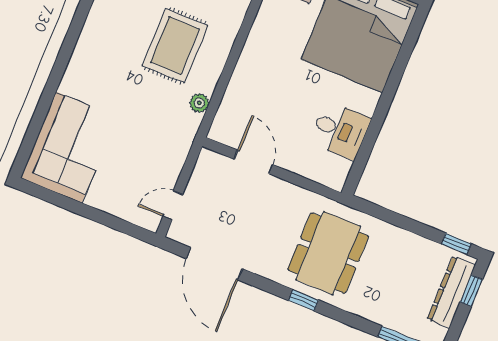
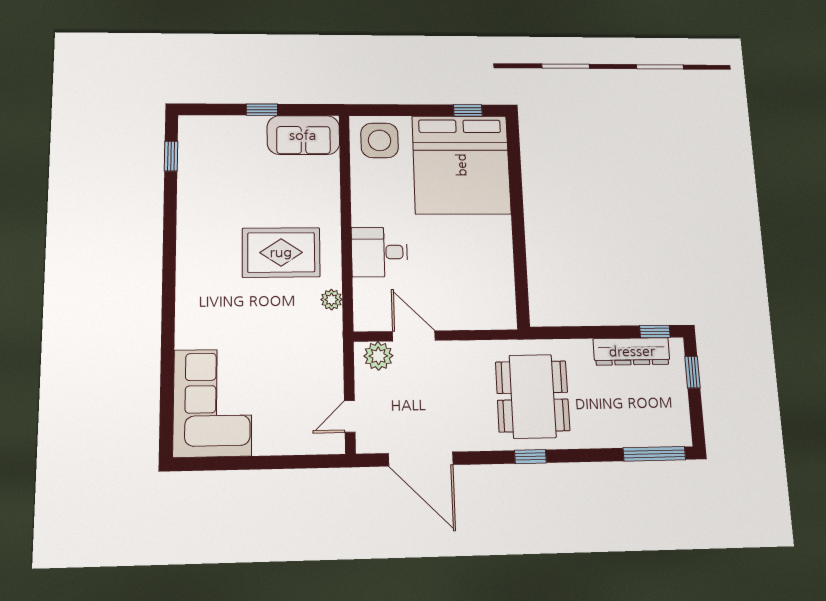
rug: (175, 46) -> (281, 252), turned 90
desk: (340, 130) -> (379, 252), moved, turned 180
plant: (217, 166) -> (378, 356), added
dresser: (451, 292) -> (632, 351), moved, turned -90

